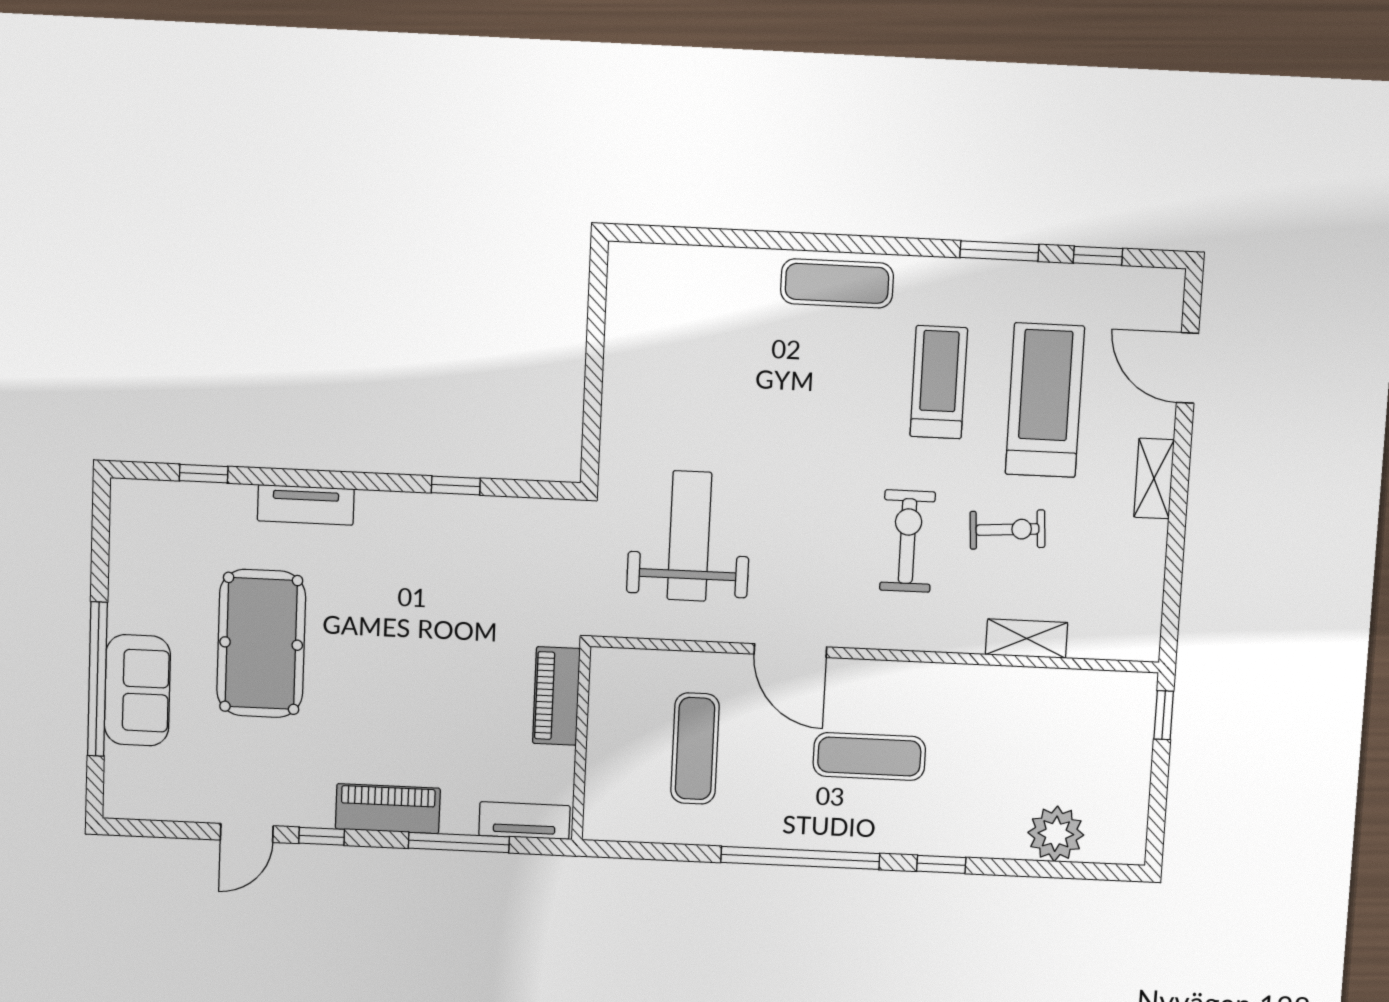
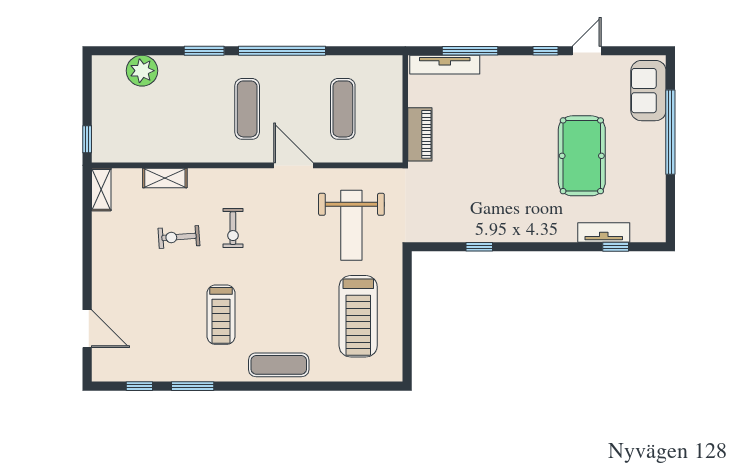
treadmill: (1045, 400) -> (358, 316), moved
shelving: (1154, 479) -> (101, 189), moved
tv unit: (306, 505) -> (604, 232), moved
exercise bike: (907, 541) -> (233, 228), width x0.73, depth x0.72
sofa: (137, 690) -> (648, 91), moved
exercise mat: (869, 756) -> (247, 109), turned 90
piano: (388, 809) -> (510, 68), removed
tv unit: (524, 821) -> (445, 65), width x1.41
window: (941, 864) -> (204, 51), width x1.50

